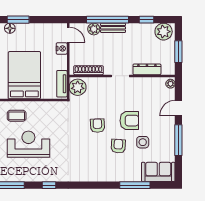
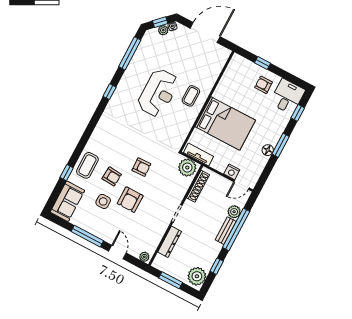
floor lamp: (10, 28) -> (268, 150), moved
coffee table: (120, 171) -> (87, 165), added
window: (135, 185) -> (67, 173), width x0.46

